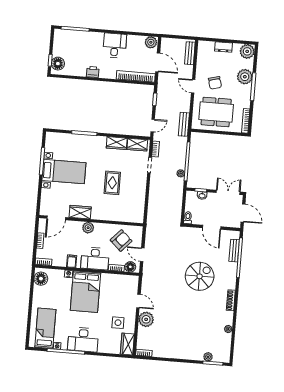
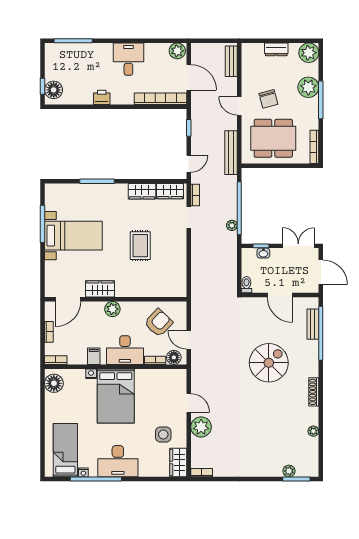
bench: (184, 124) -> (231, 153), width x1.36

